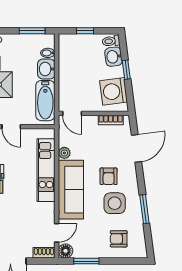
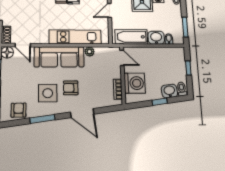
washing machine: (114, 91) -> (135, 83), moved, turned 97
door: (72, 113) -> (122, 58), swing flipped
door: (137, 148) -> (82, 113), moved
armchair: (119, 239) -> (19, 110), moved

